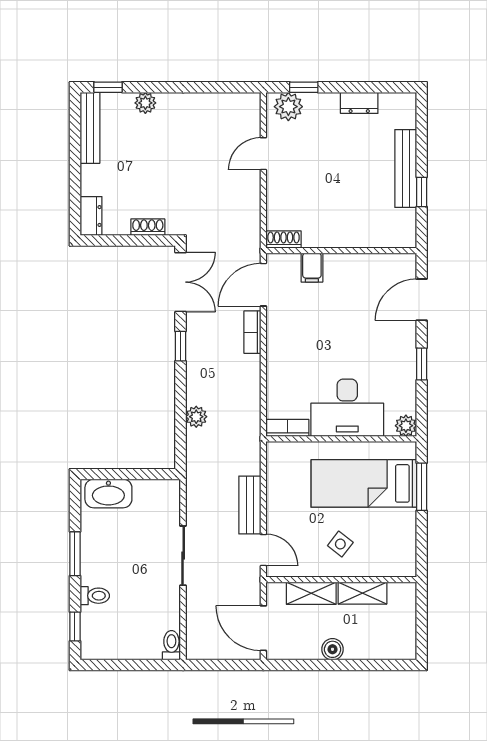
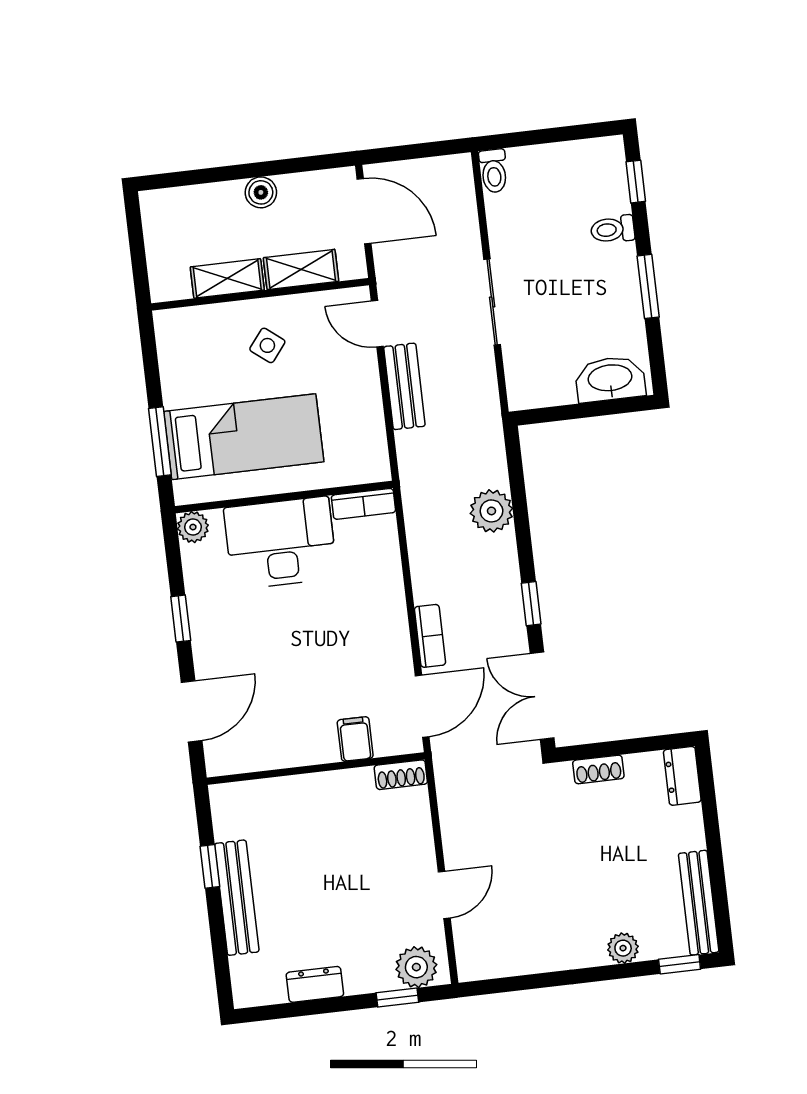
plant: (196, 417) -> (491, 511), width x1.38, depth x1.38

